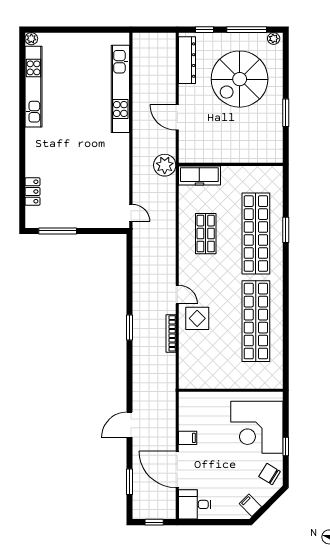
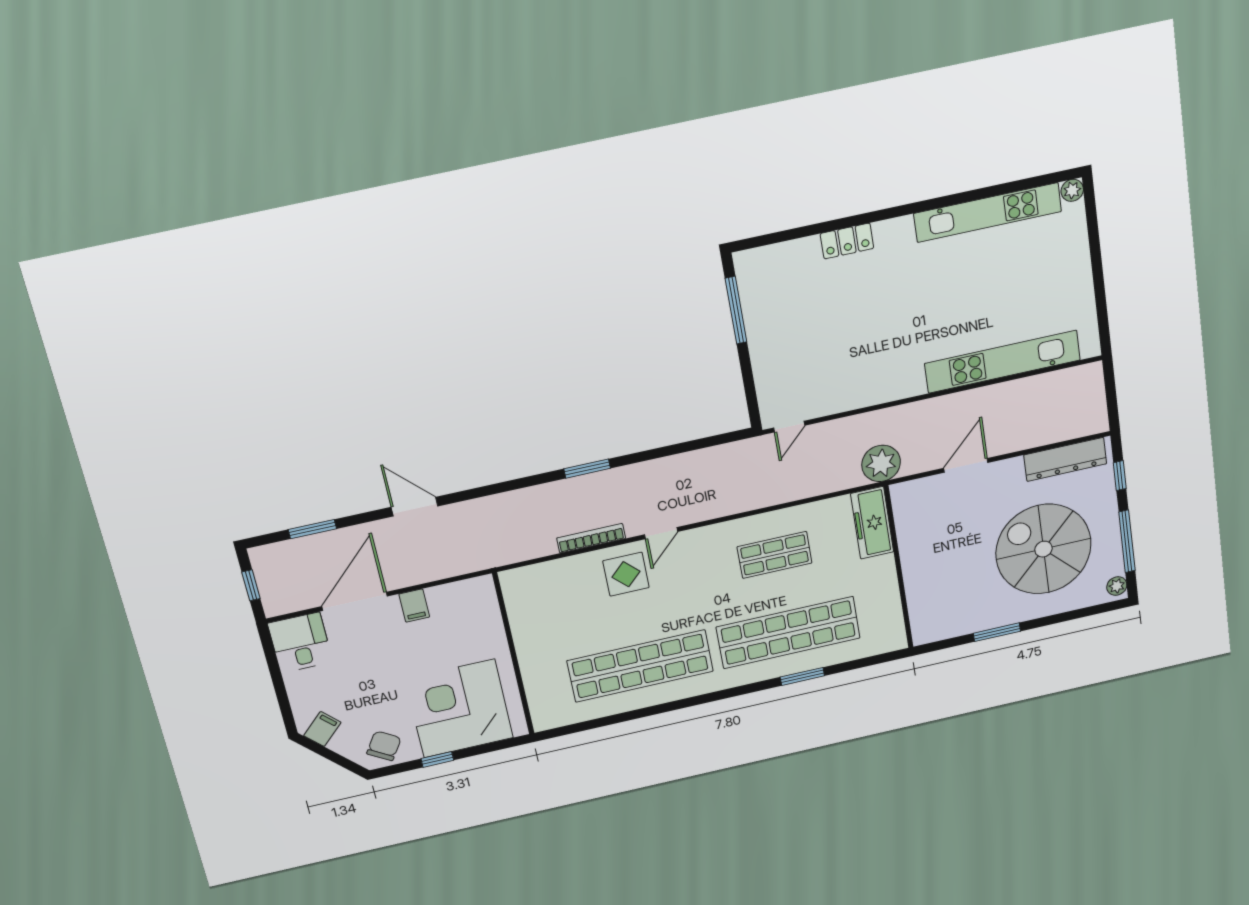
locker: (32, 191) -> (847, 241), moved

